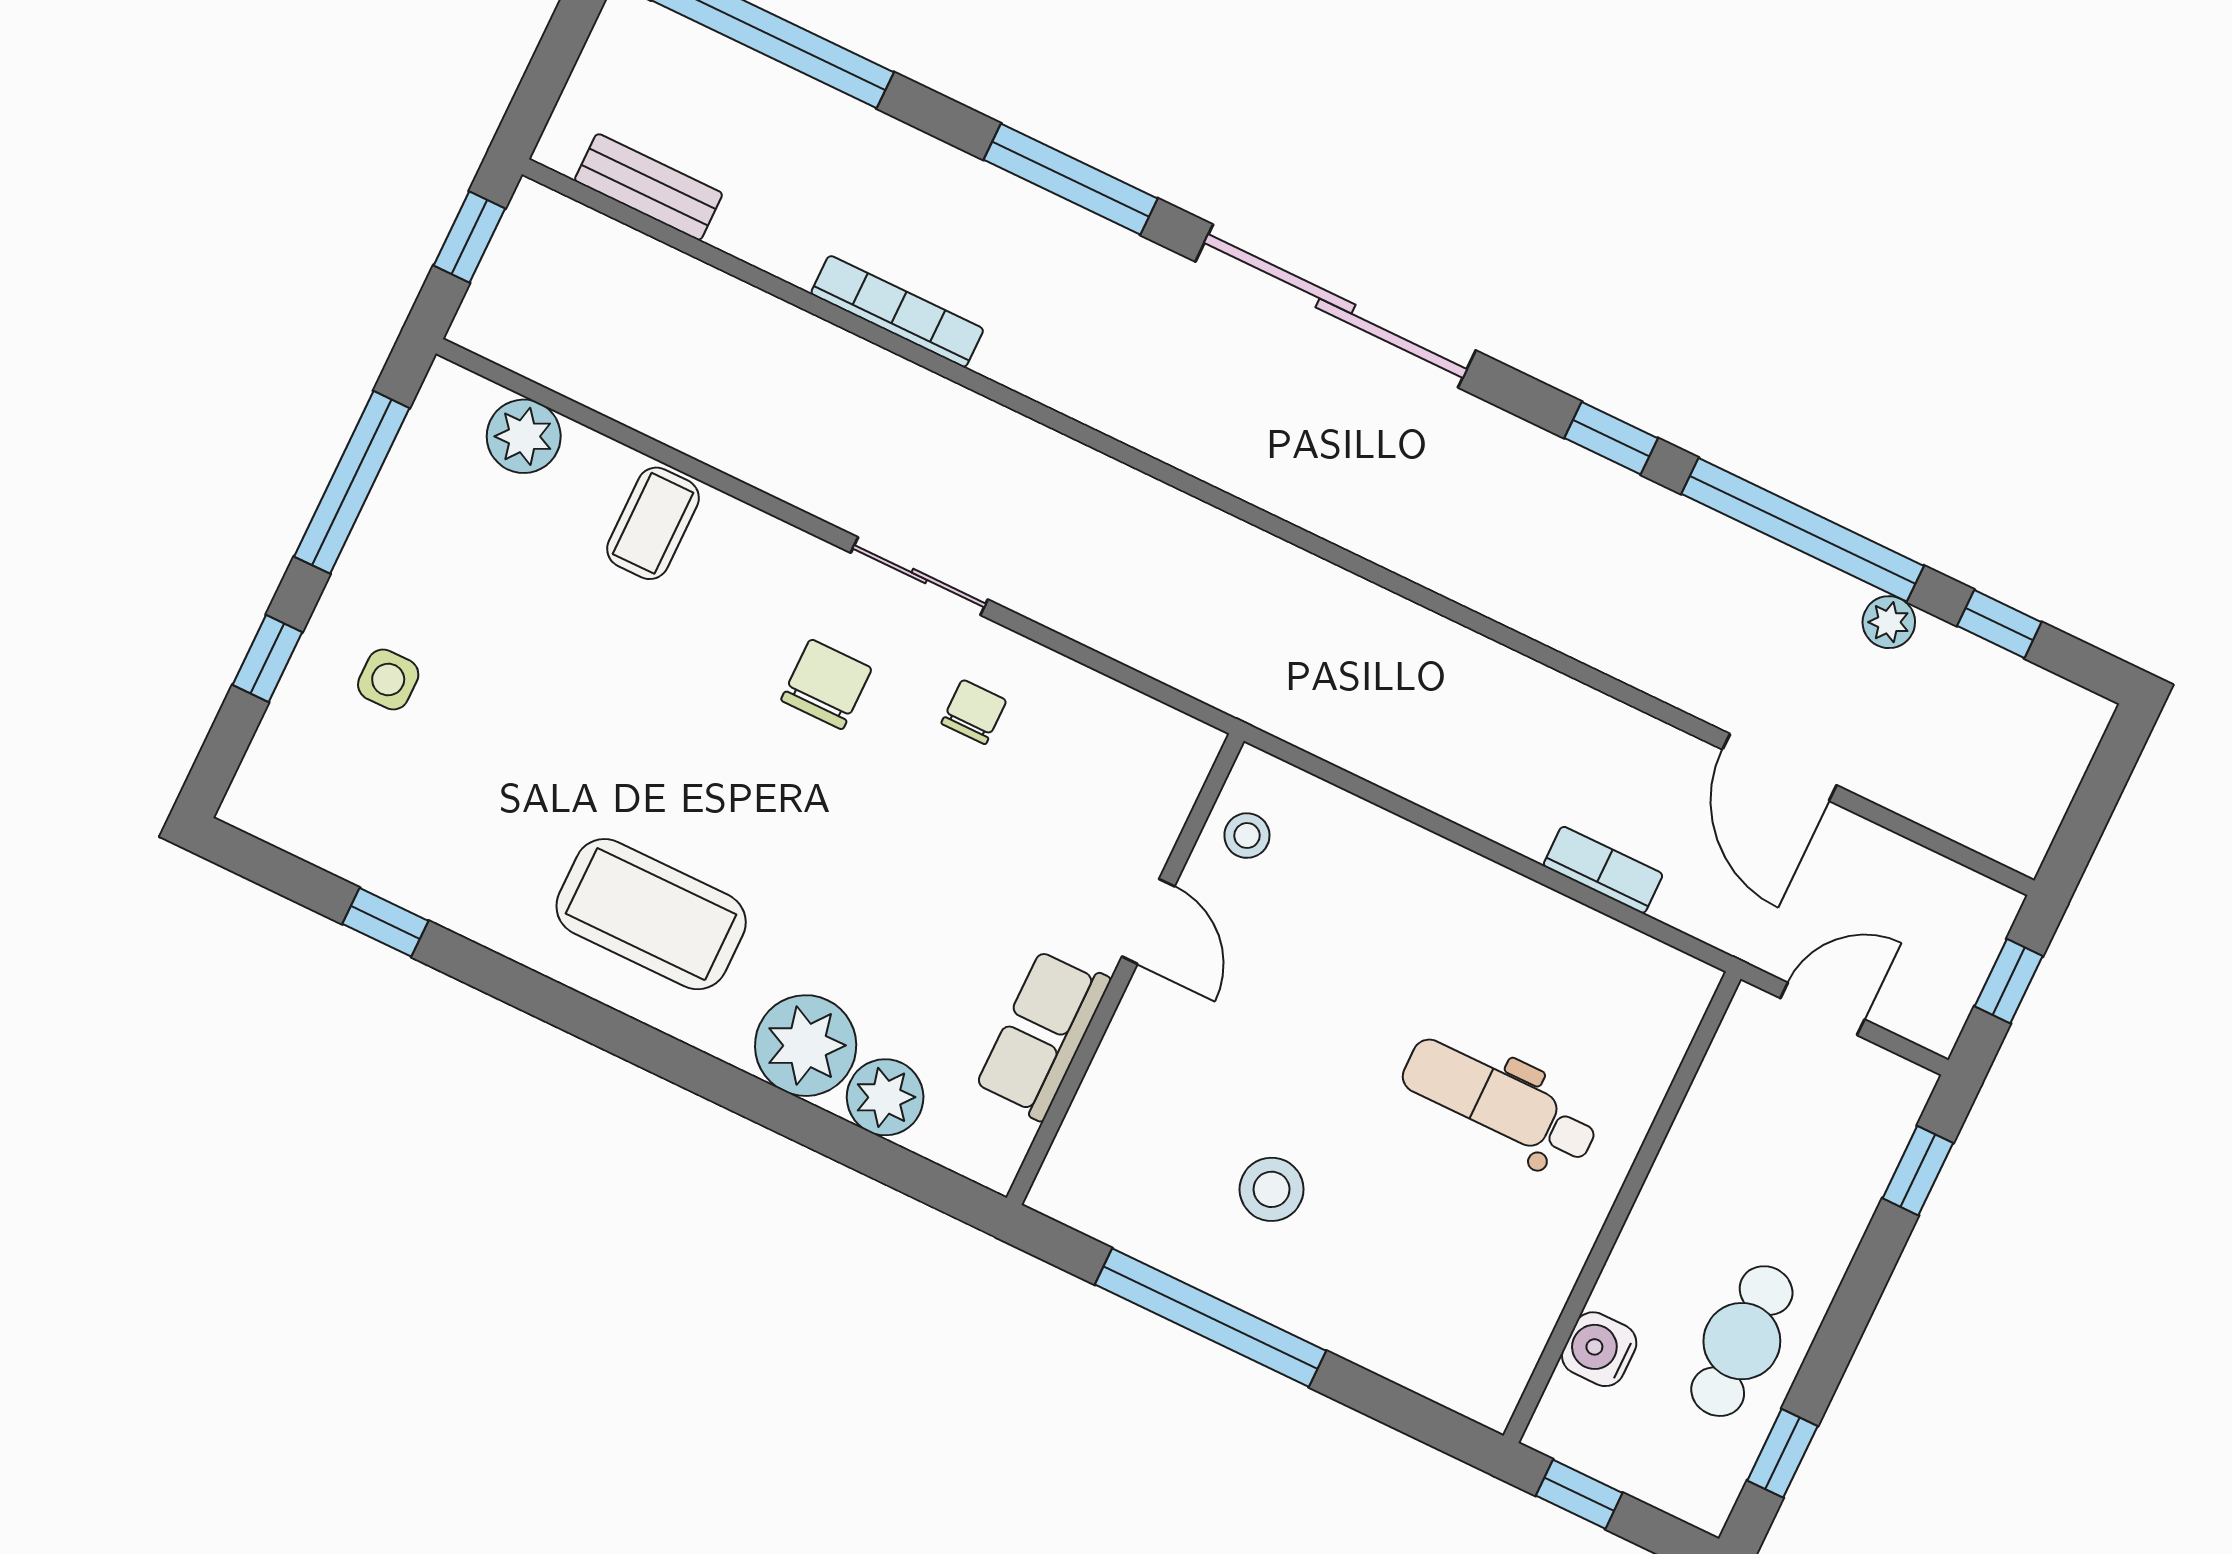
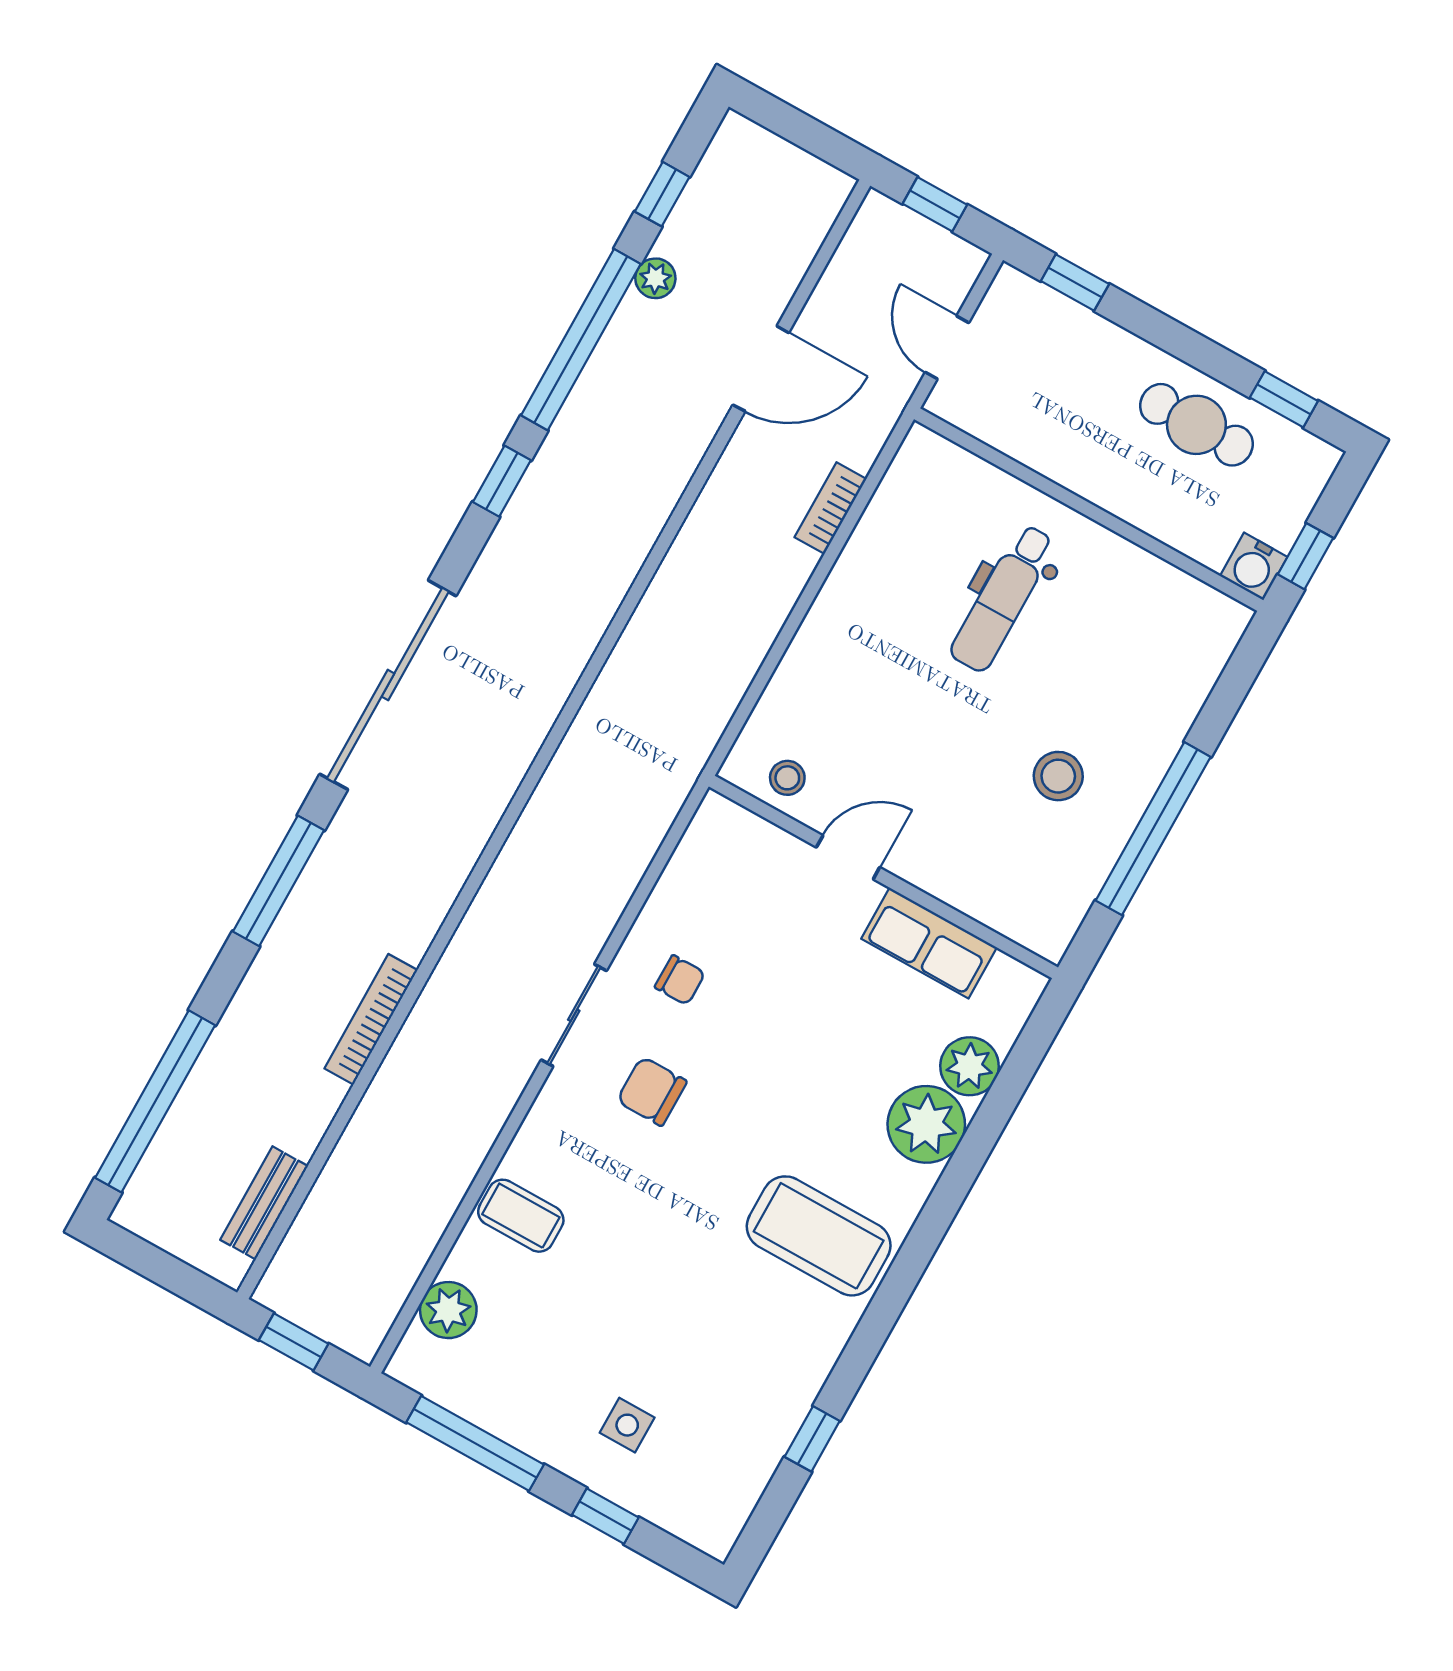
chair: (974, 712) -> (680, 980), turned 180
coffee table: (651, 914) -> (819, 1236), turned 90
water cooler: (1599, 1349) -> (1254, 566), moved

